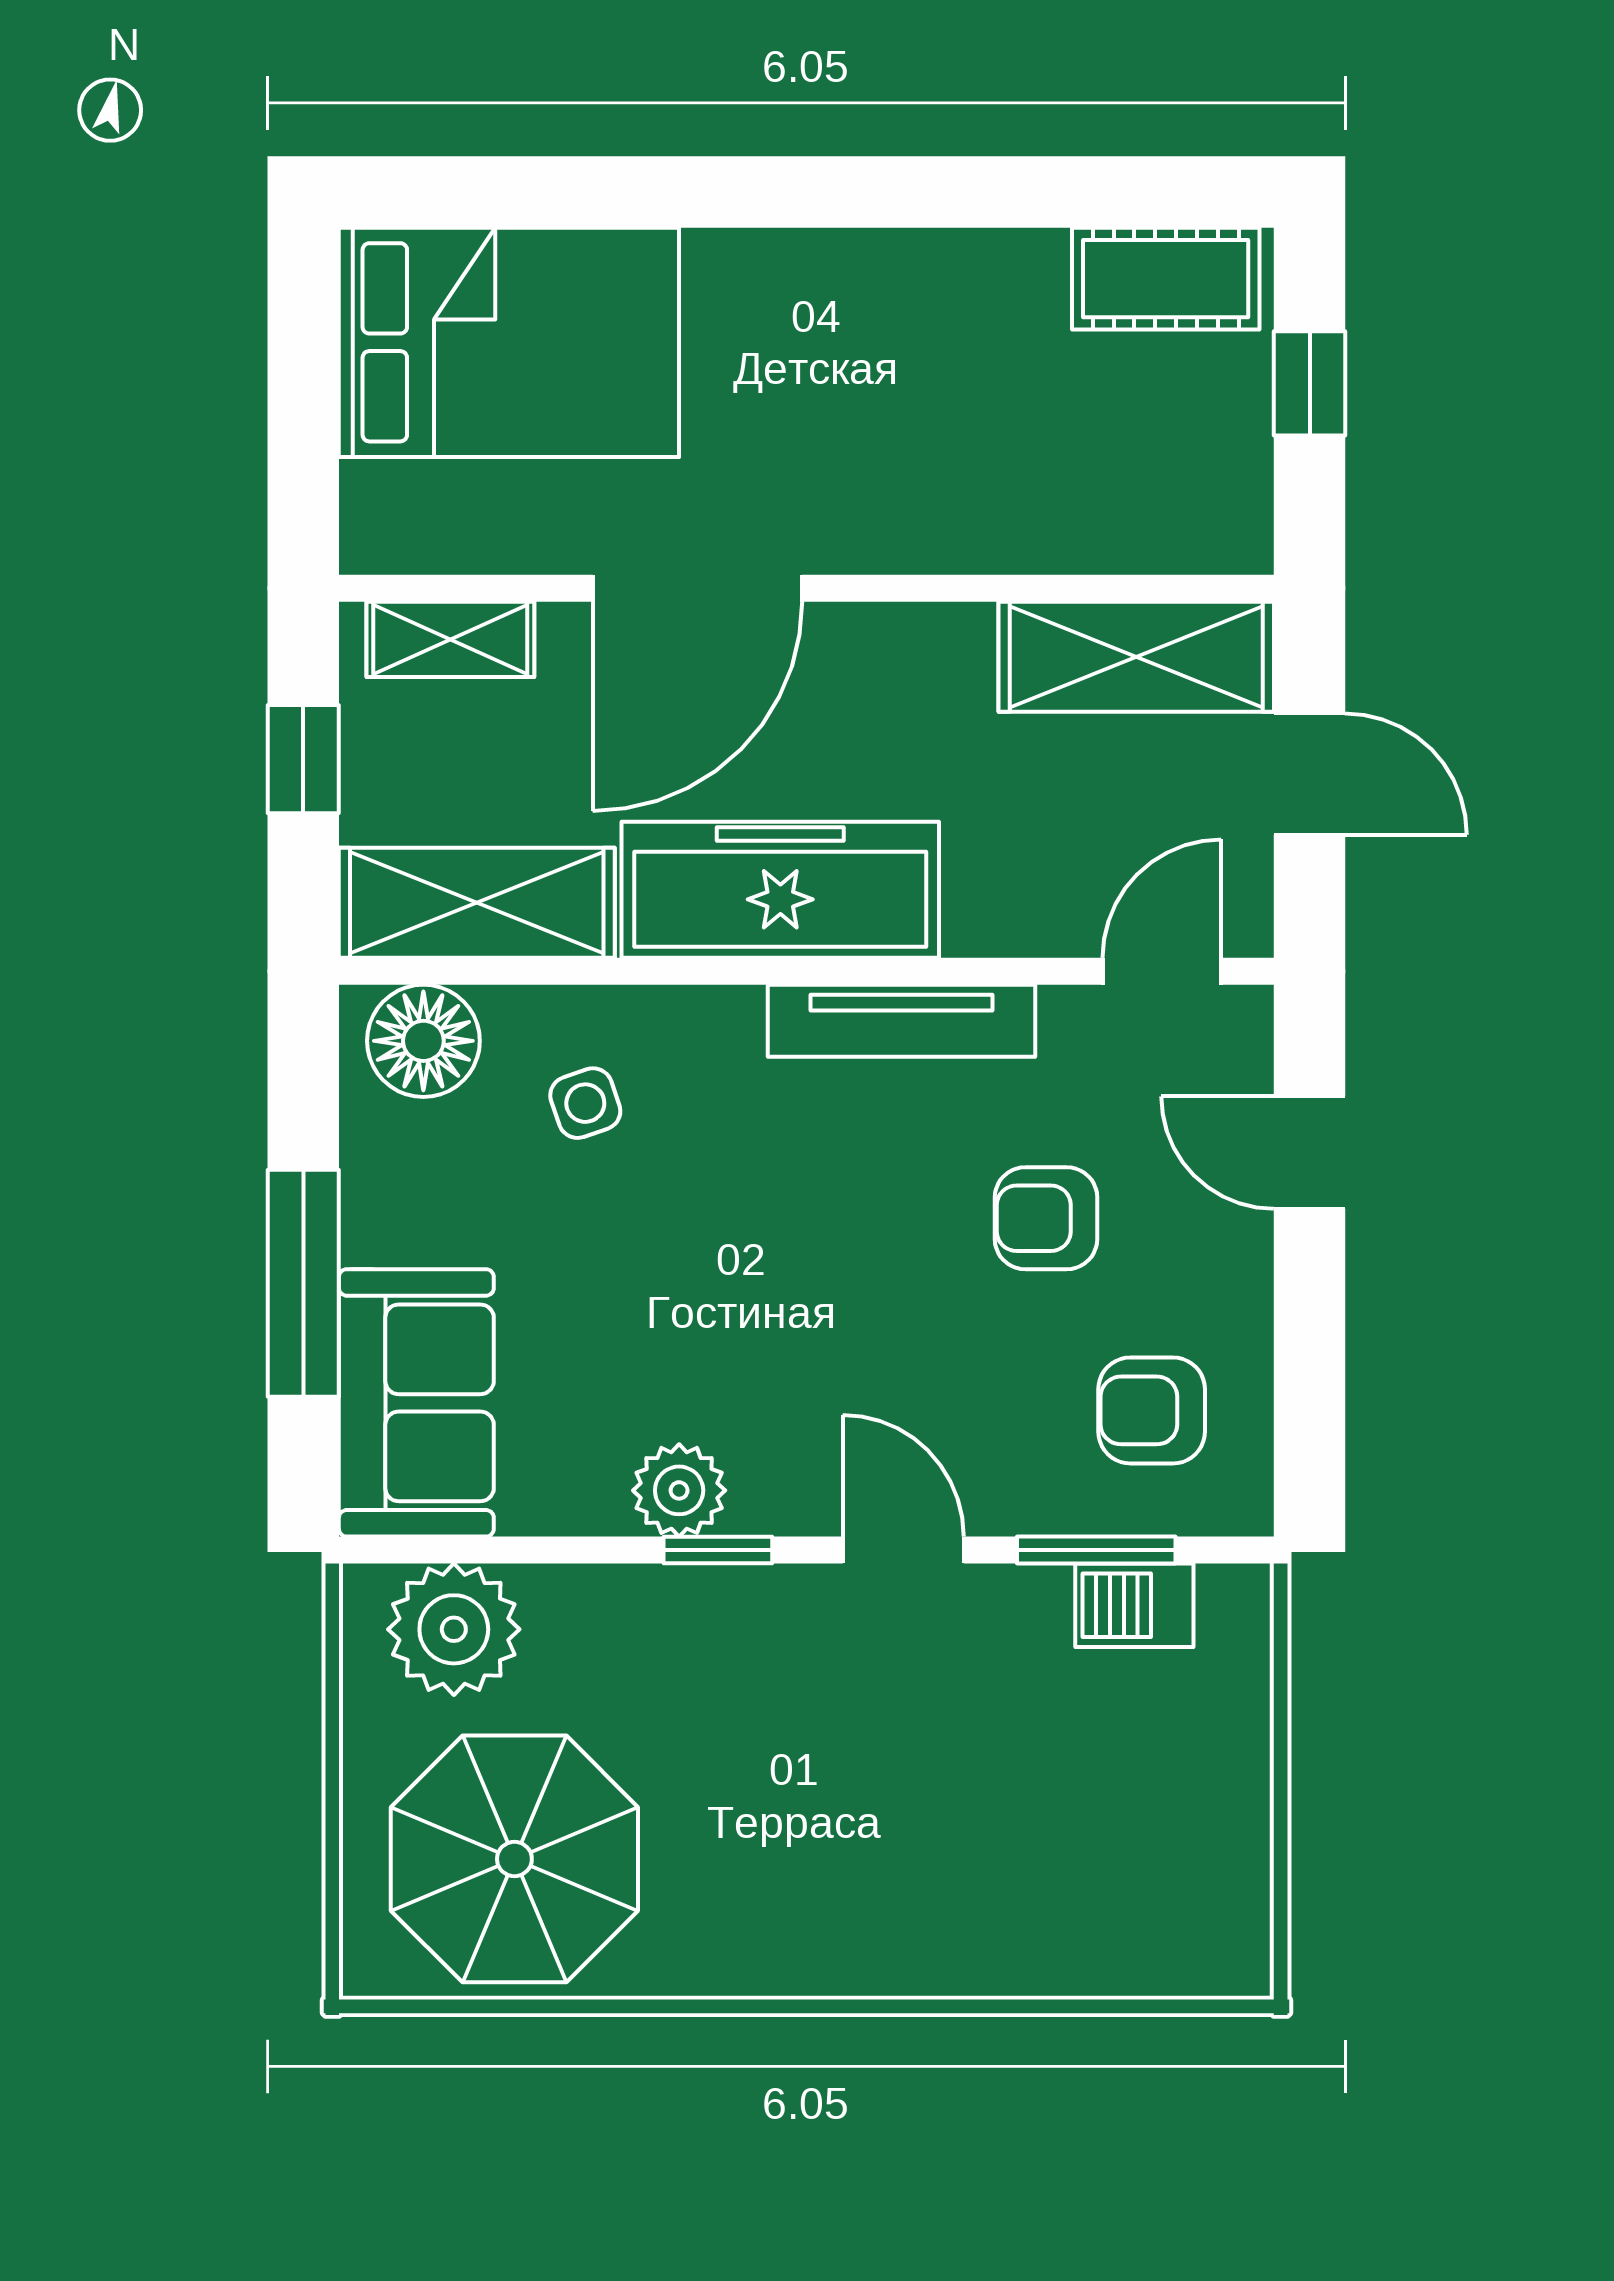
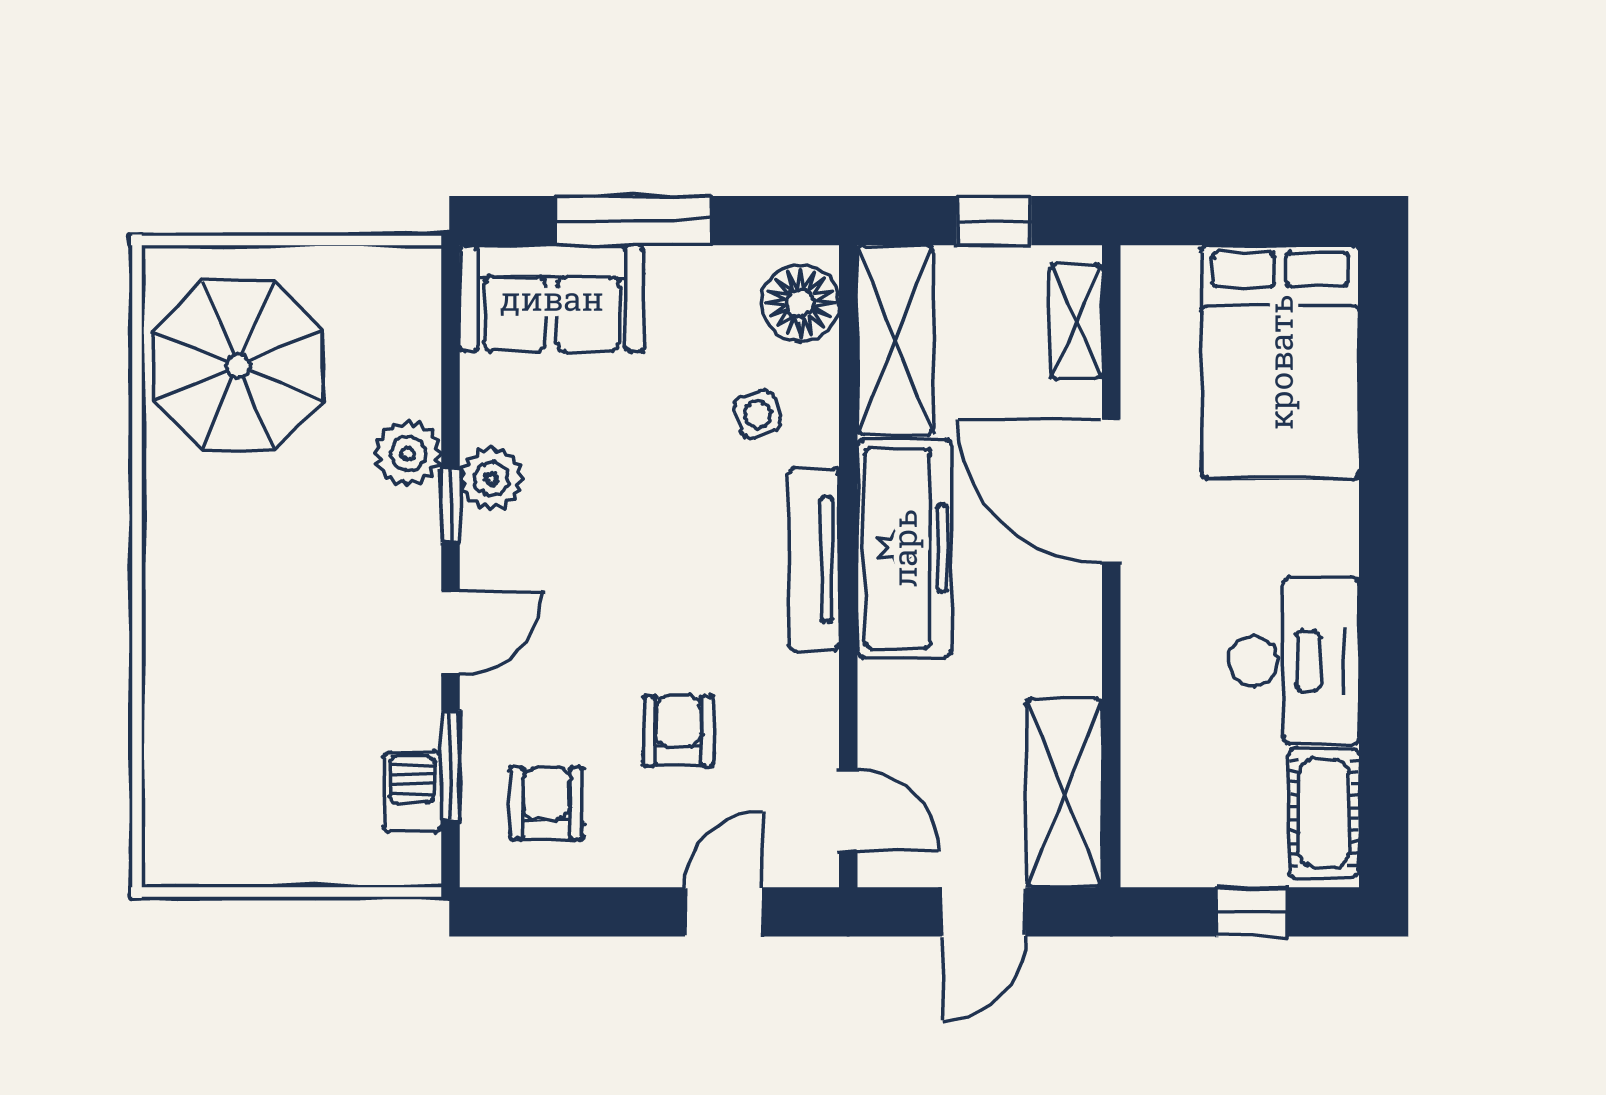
desk: (944, 323) -> (1294, 661), added
tv unit: (902, 1021) -> (814, 559), moved
plant: (454, 1629) -> (408, 453), moved, width x0.73, depth x0.73

